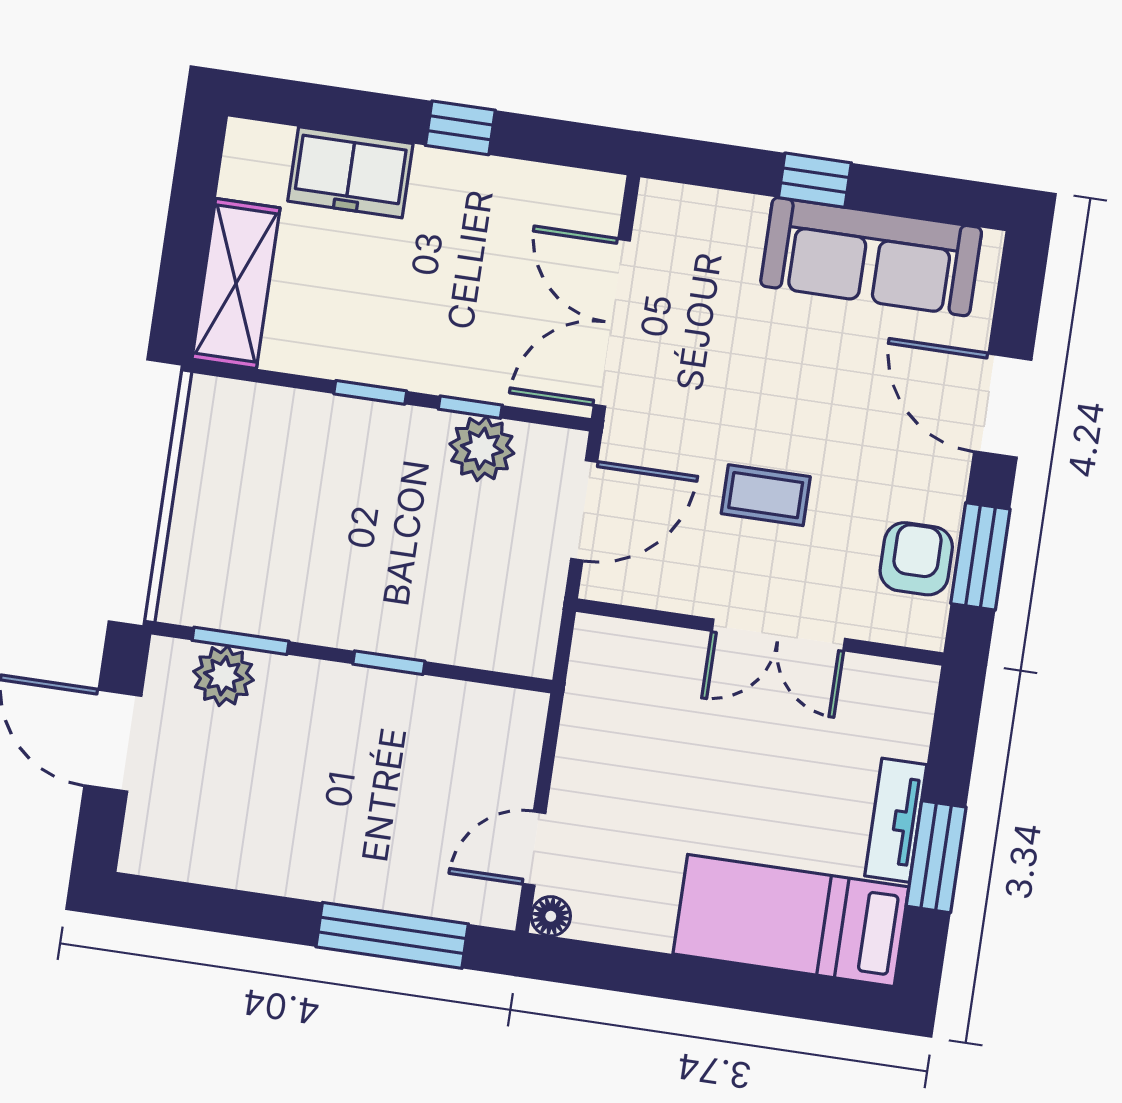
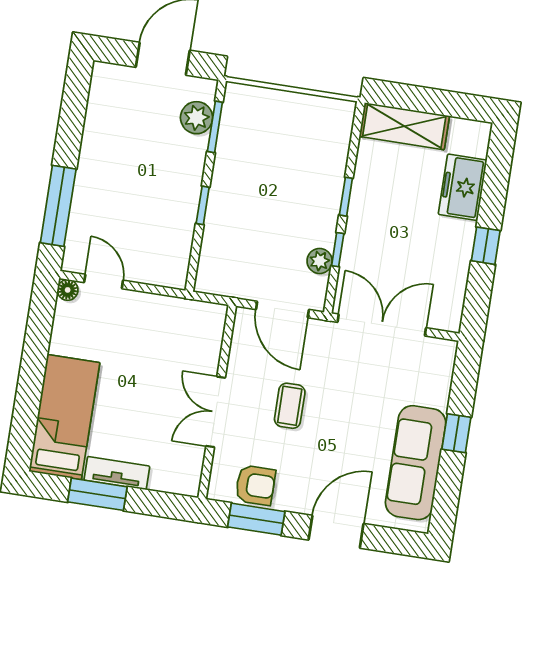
plant: (482, 449) -> (320, 261), width x0.73, depth x0.73

